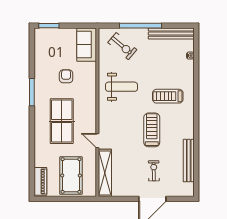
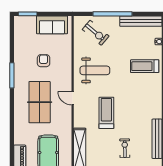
sofa: (87, 45) -> (52, 25), moved, turned -90
treadmill: (168, 96) -> (145, 66), moved
treadmill: (152, 130) -> (106, 113), moved
door: (97, 141) -> (73, 98), moved

